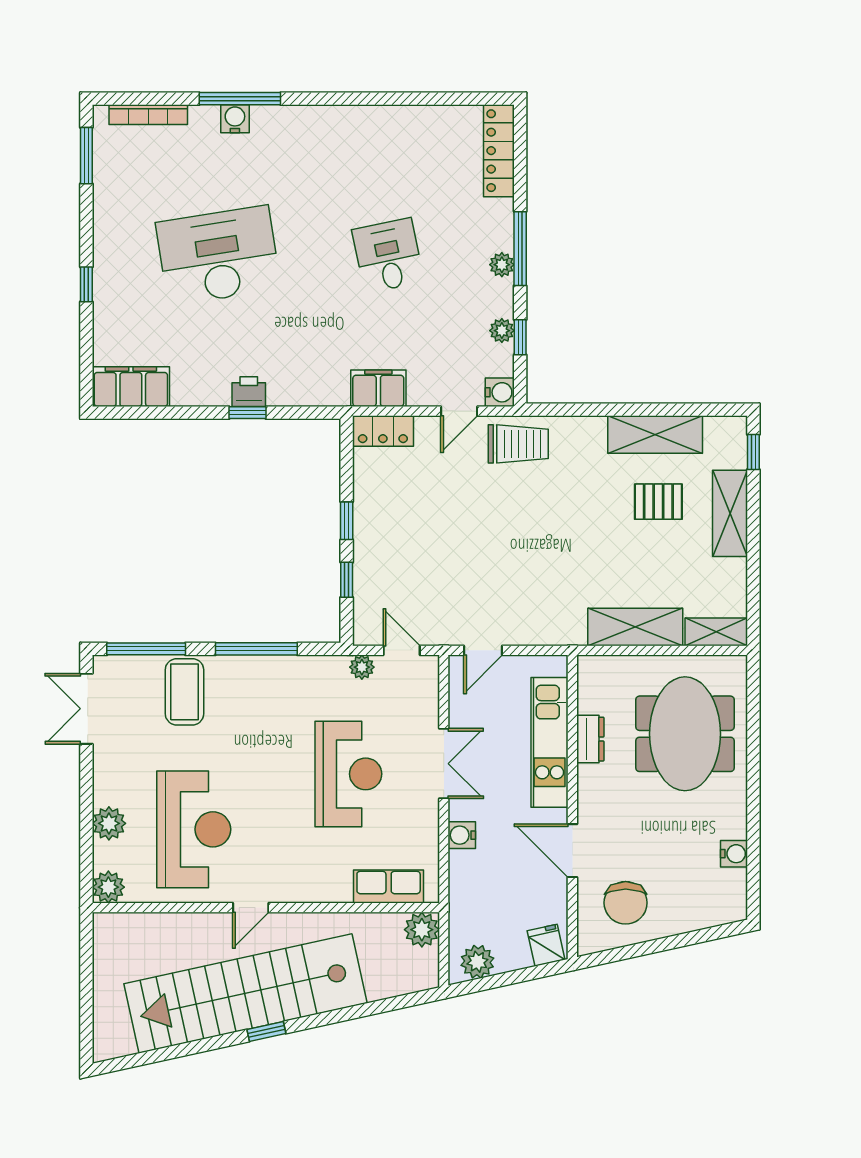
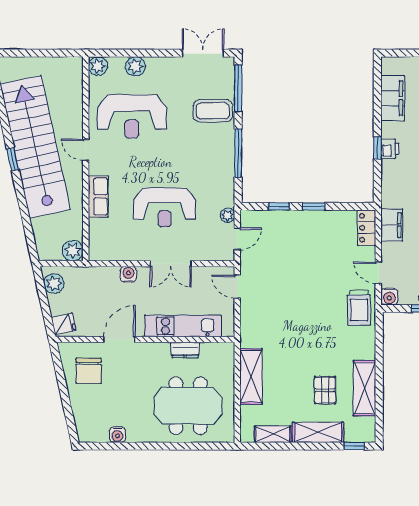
filing cabinet: (131, 387) -> (393, 98), moved
shelving: (716, 632) -> (273, 434), moved, turned 90
row of seats: (389, 886) -> (98, 196), moved
chair: (626, 903) -> (89, 371), turned -90

